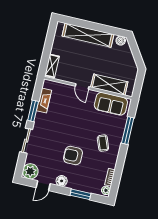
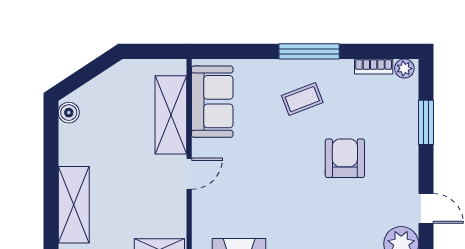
shelving: (88, 35) -> (74, 205), width x0.68
window: (128, 130) -> (309, 51), moved
armchair: (73, 156) -> (345, 158), turned 180
floor lamp: (62, 181) -> (406, 170), removed

